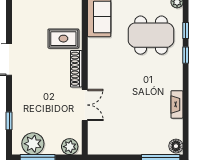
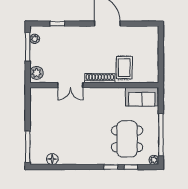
fireplace: (177, 104) -> (71, 160), removed
plant: (33, 144) -> (35, 39), width x0.53, depth x0.53
floor lamp: (176, 146) -> (52, 159), moved

